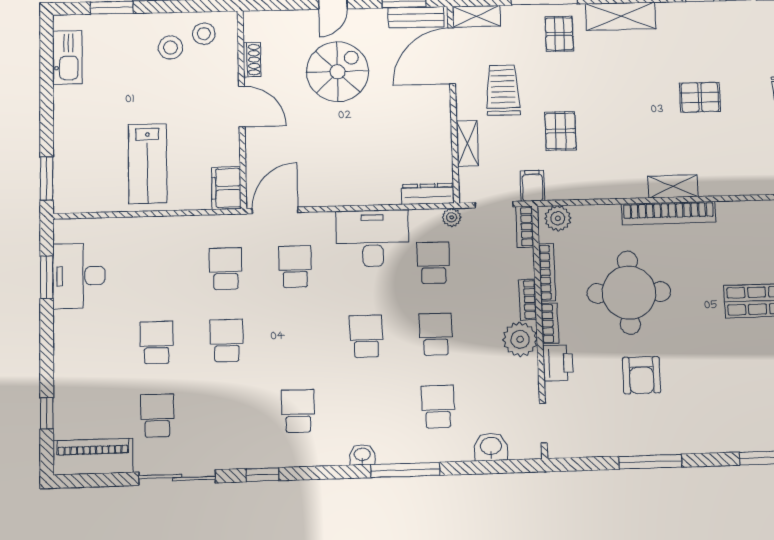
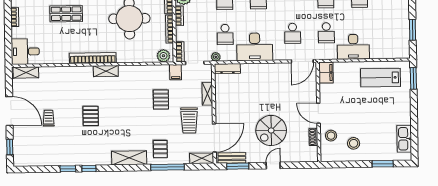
stool: (204, 34) -> (331, 136), moved
pallet: (700, 97) -> (91, 116), turned 90
lab bench: (148, 164) -> (381, 78), moved, turned -90
bookcase: (669, 213) -> (93, 58), moved
desk: (79, 276) -> (353, 47), moved, turned 90

